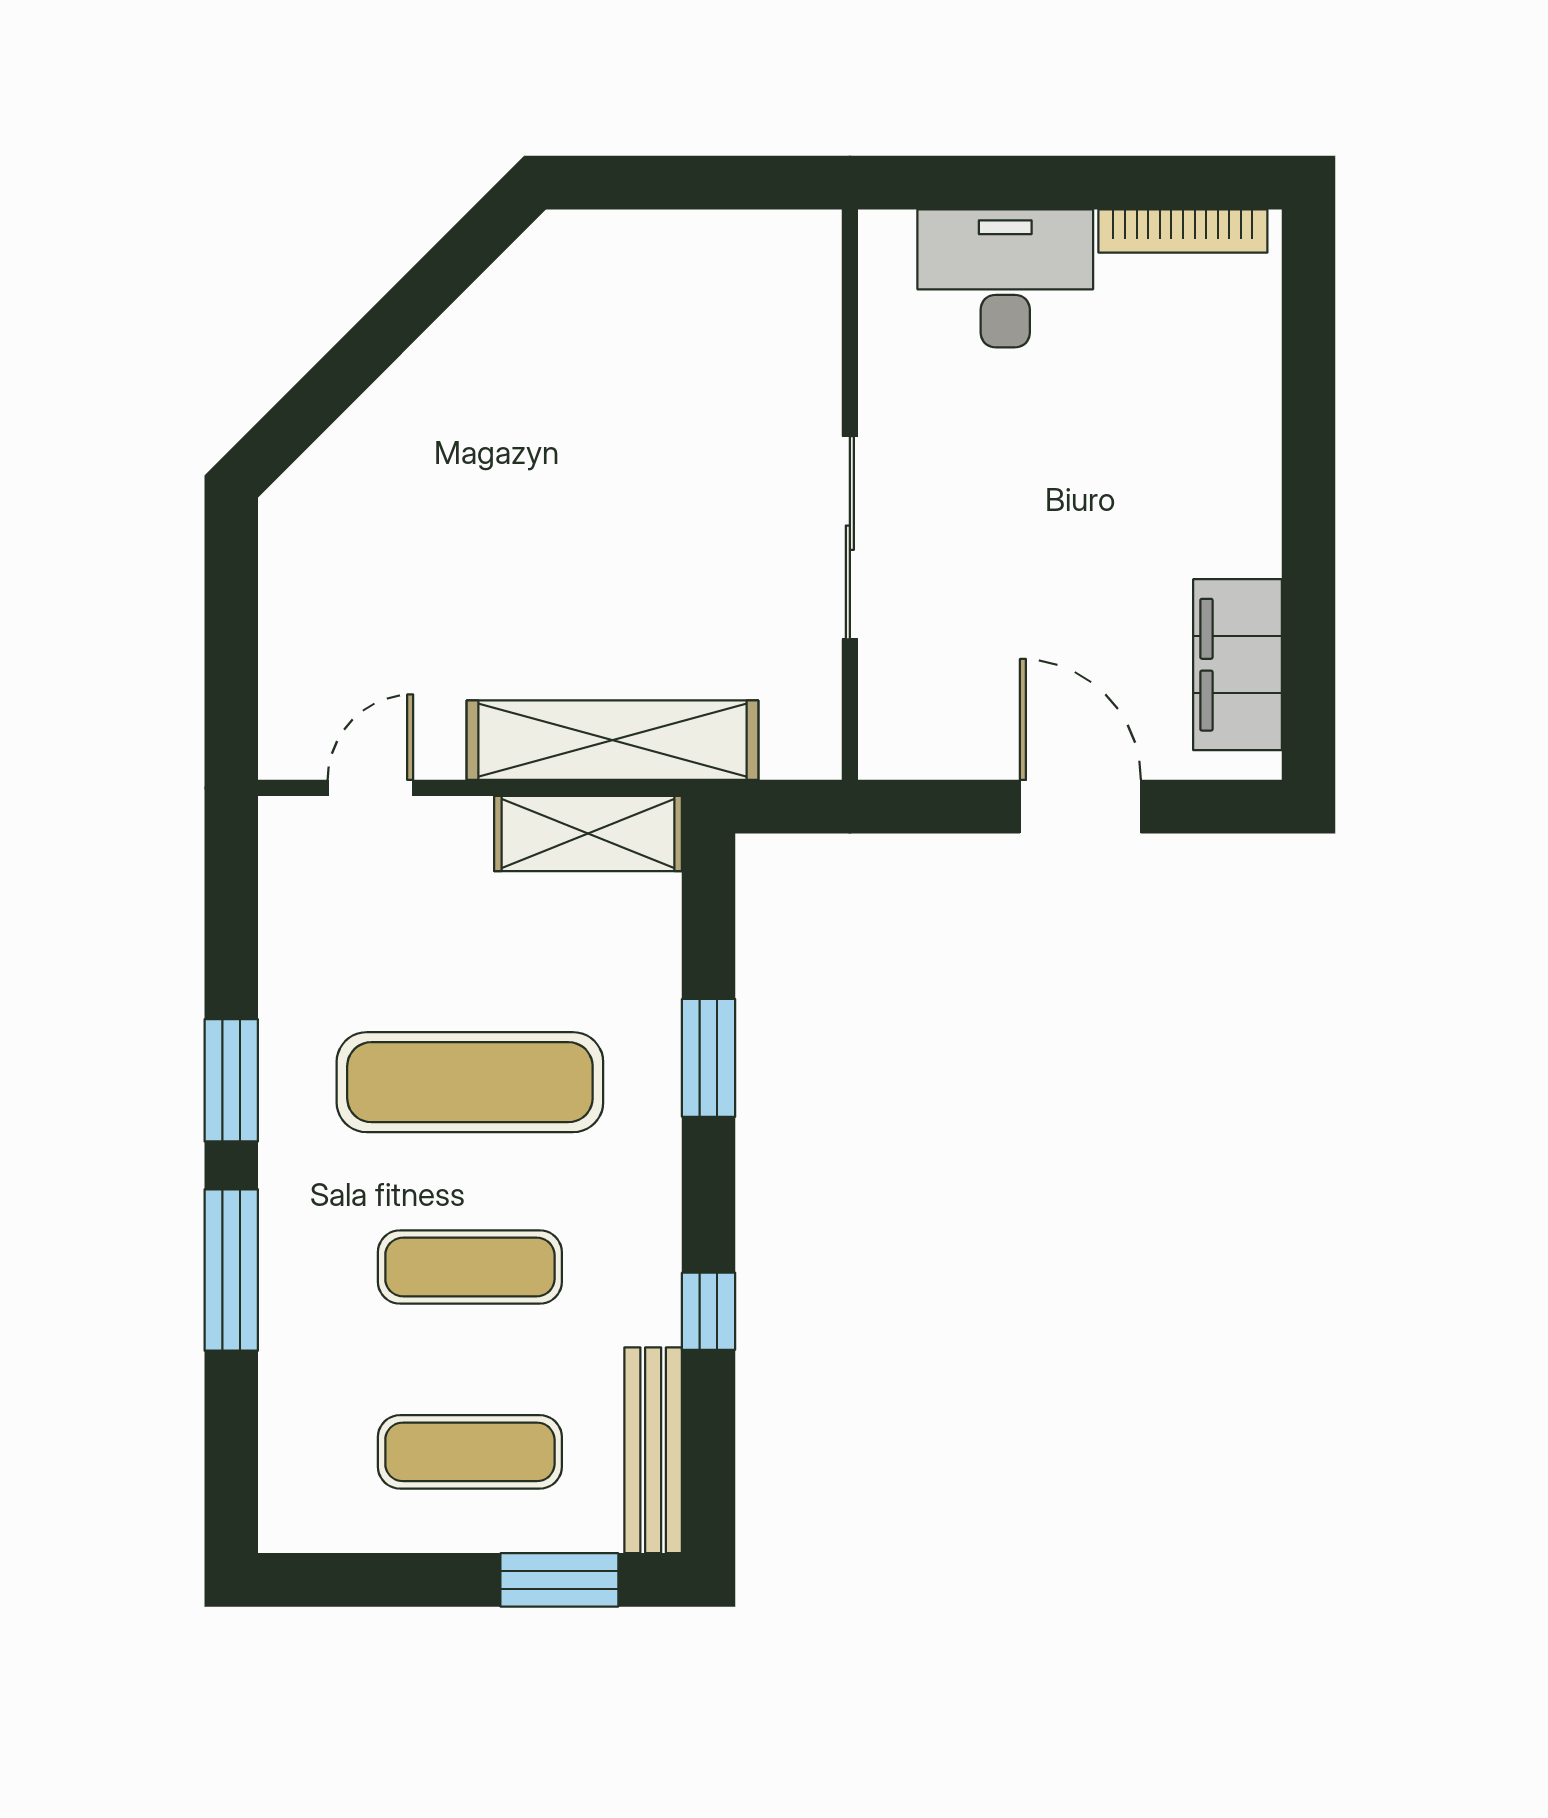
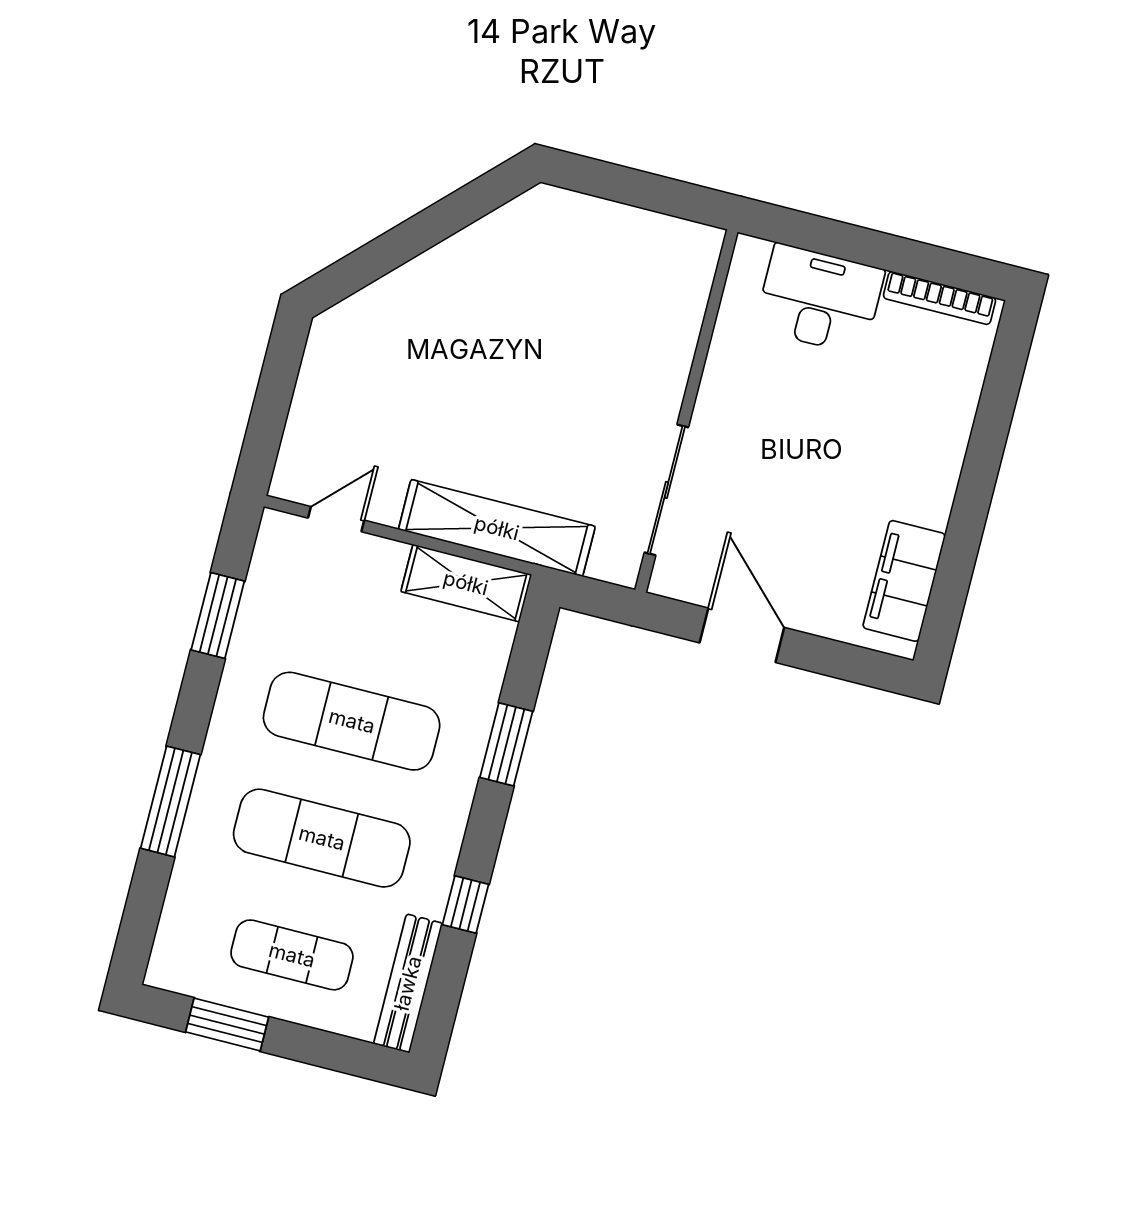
sliding door: (850, 538) -> (666, 490), moved
door: (1080, 807) -> (742, 635), moved
window: (231, 1080) -> (218, 616), moved
exercise mat: (470, 1267) -> (322, 838), width x1.36, depth x1.45
window: (559, 1580) -> (227, 1025), moved

